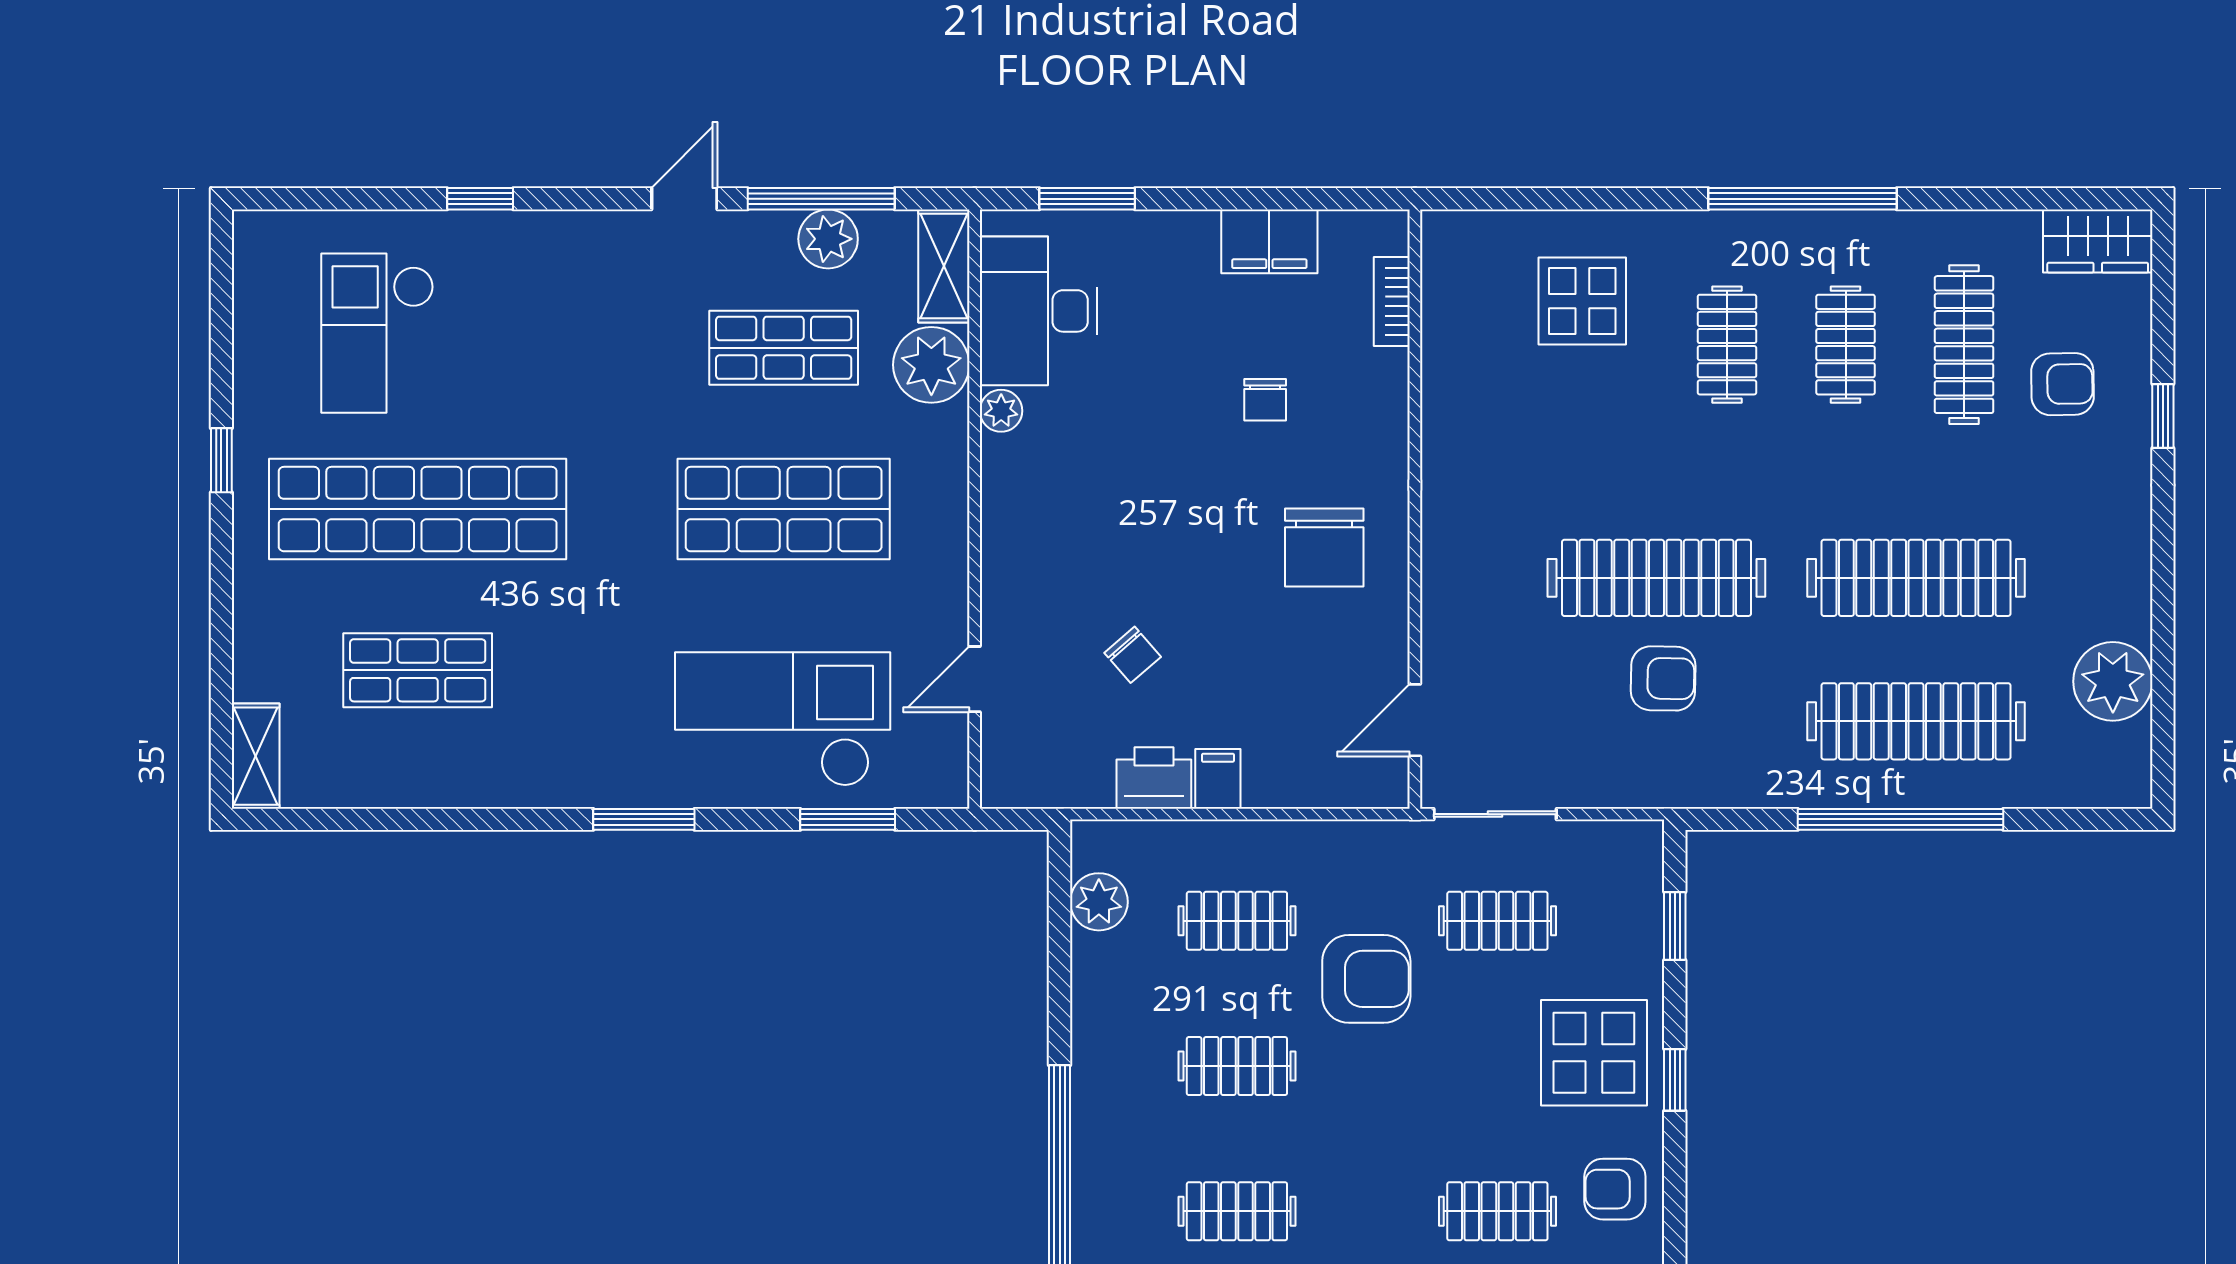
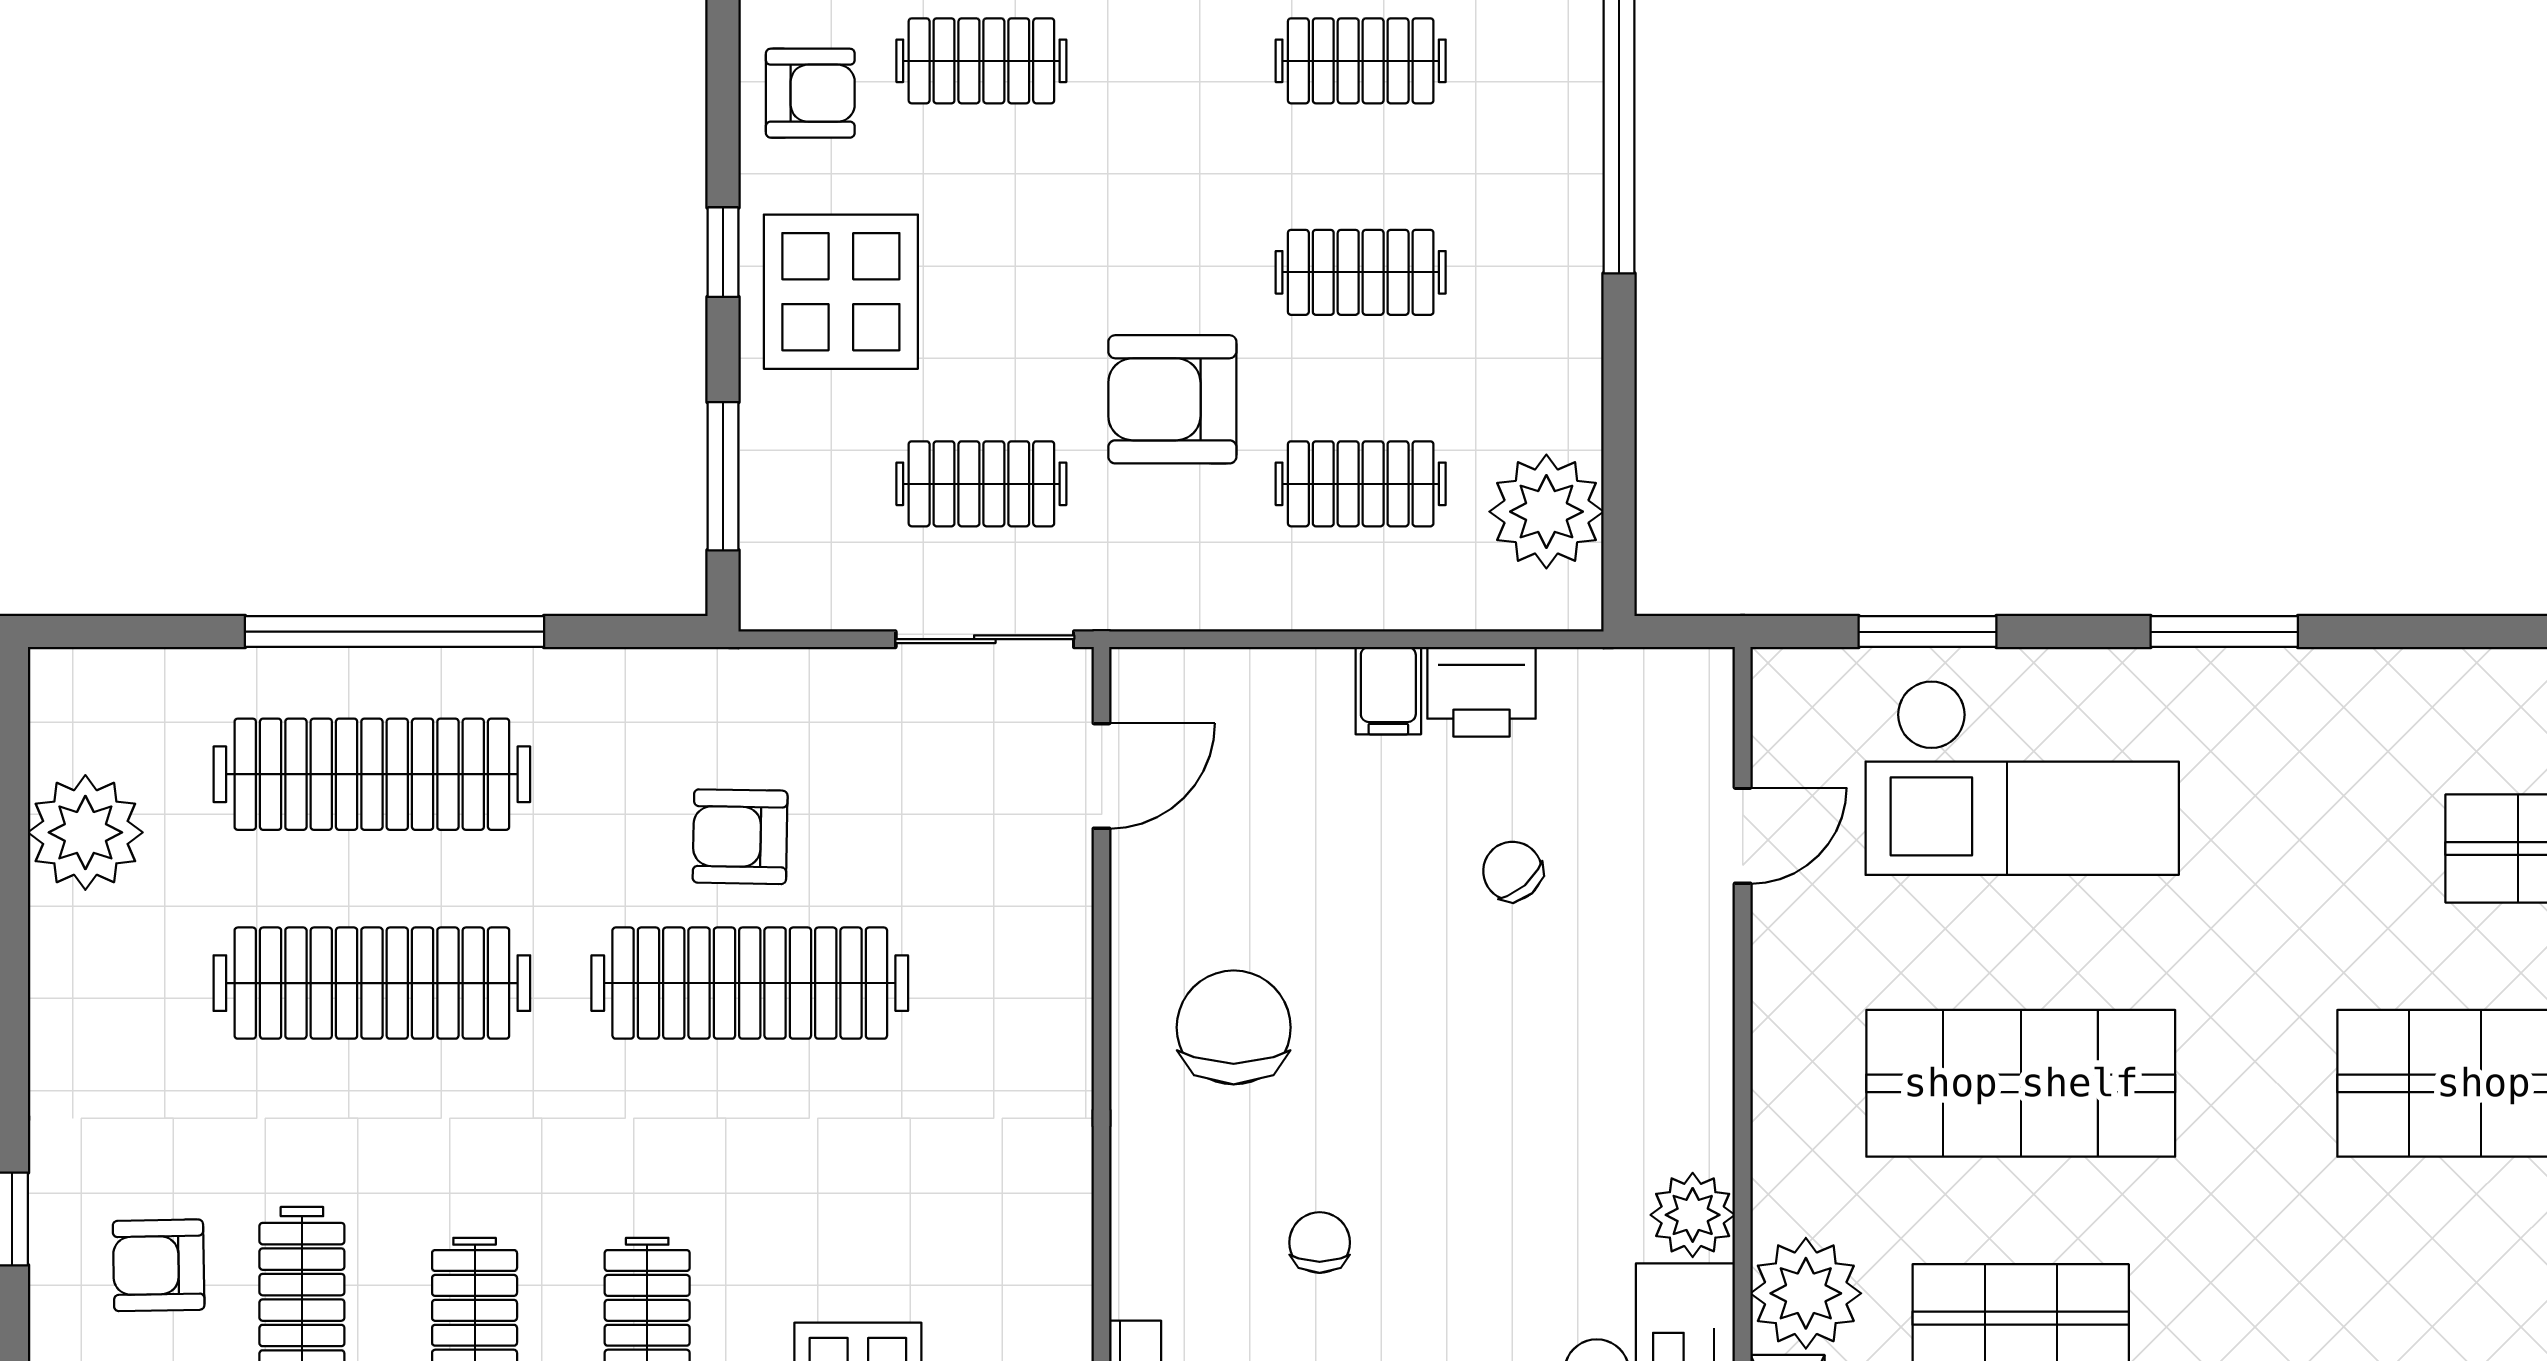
plant: (1001, 411) -> (1693, 1215), width x1.38, depth x1.38
plant: (1099, 902) -> (1546, 512), width x1.36, depth x1.36
window: (1675, 926) -> (723, 476), width x1.50

